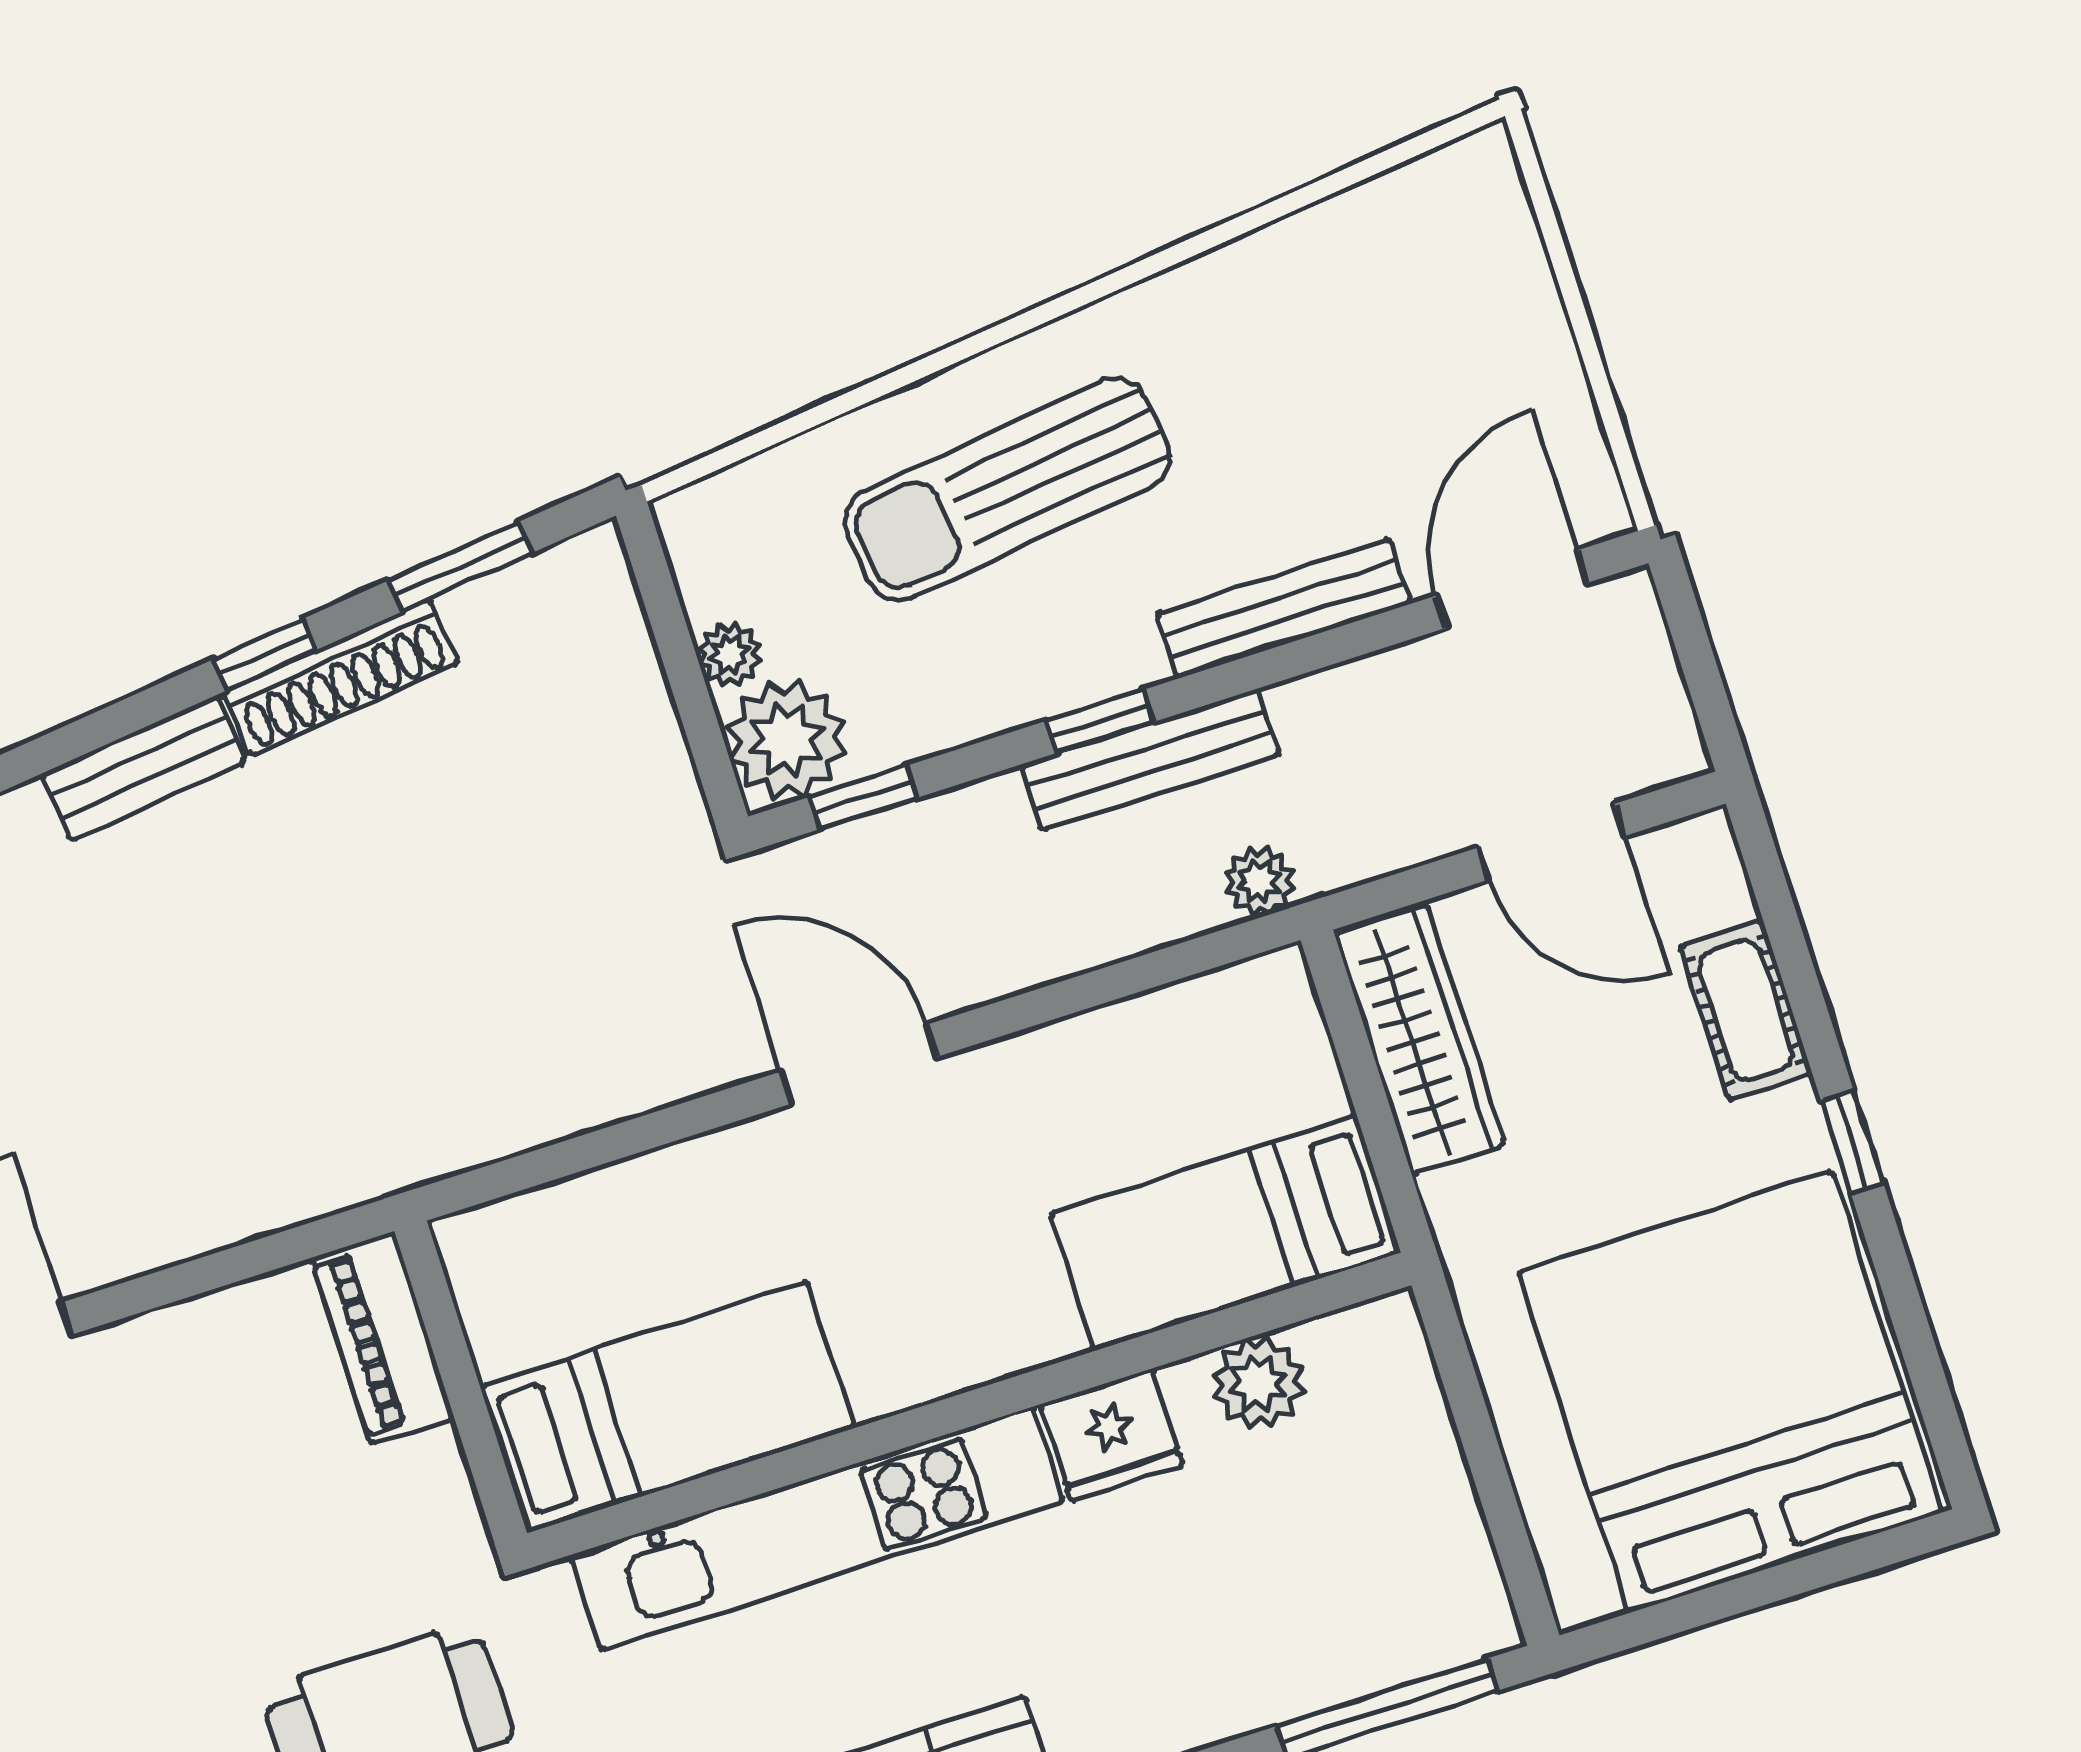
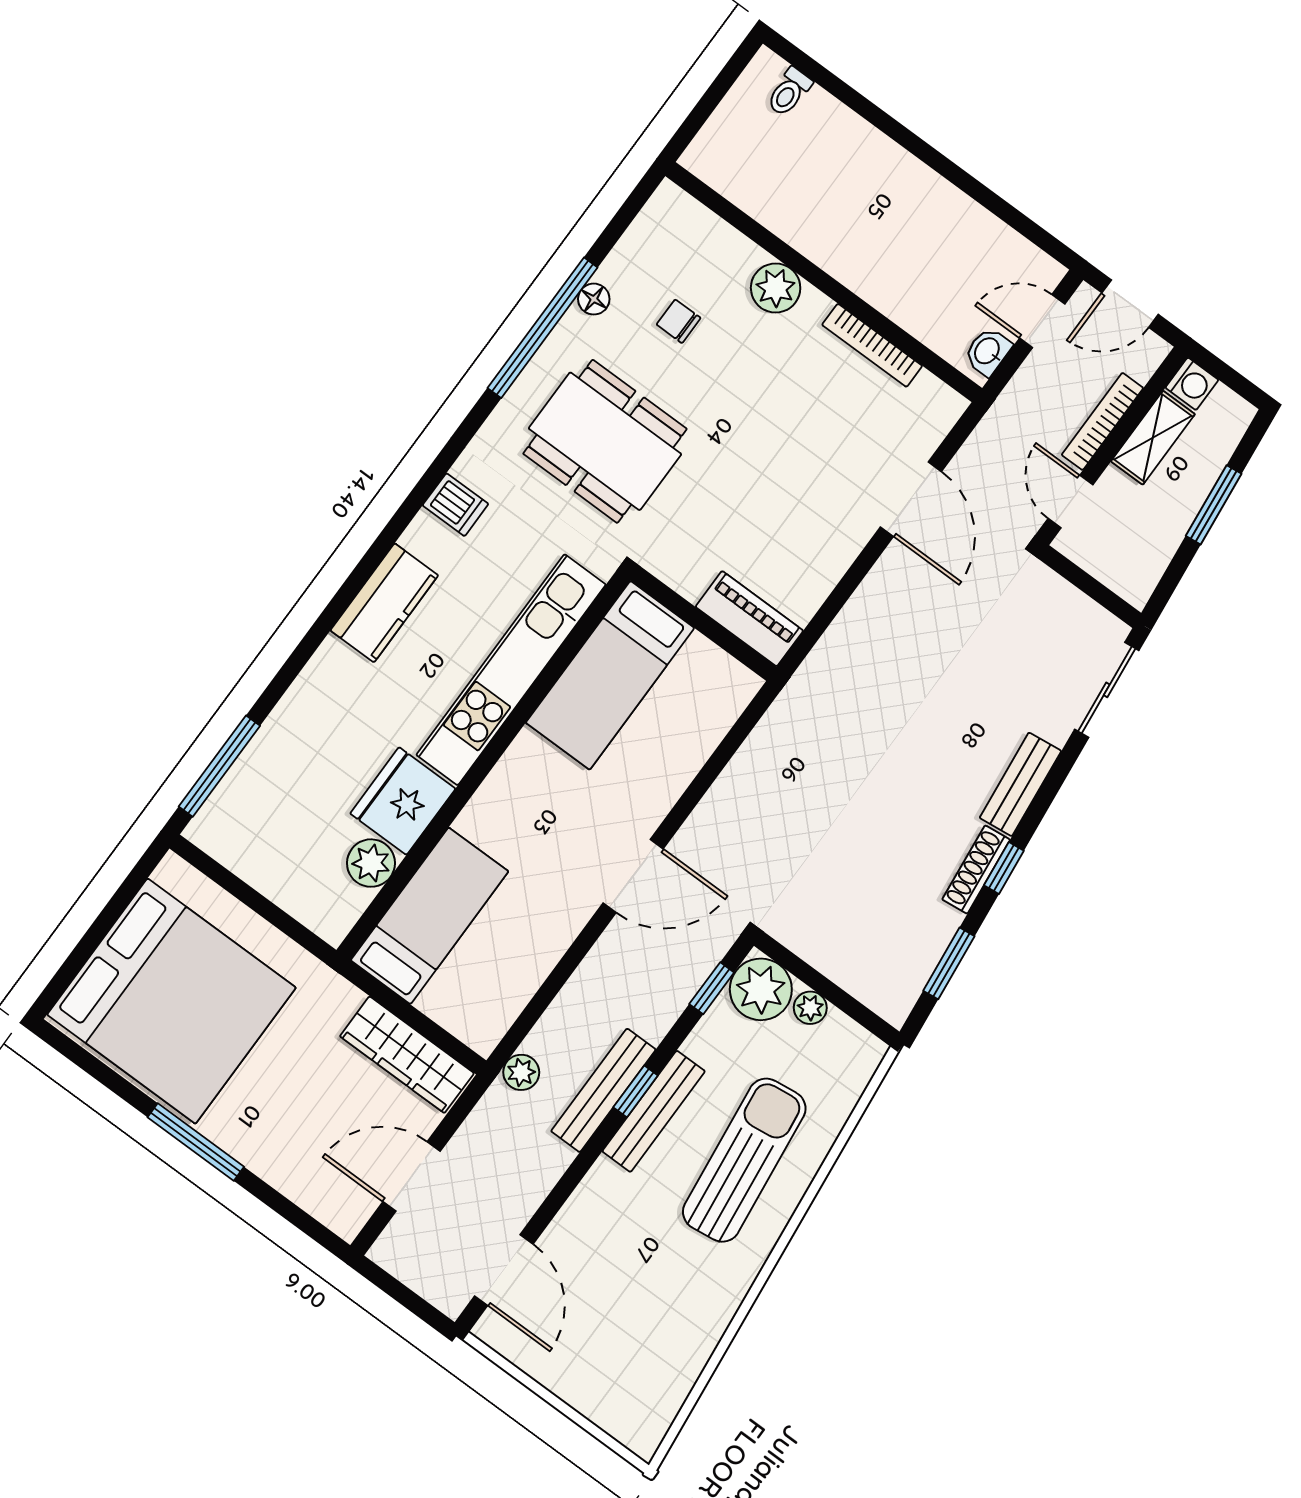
bench: (1284, 609) -> (654, 1111), moved
shoe rack: (341, 678) -> (976, 870), width x0.74, depth x0.81
cot: (1746, 1010) -> (280, 1165), removed
window: (1852, 1142) -> (196, 1142), width x2.17
fridge: (1112, 1435) -> (403, 801), width x1.36, depth x1.34

